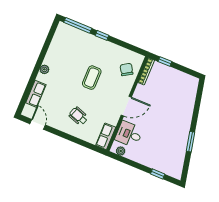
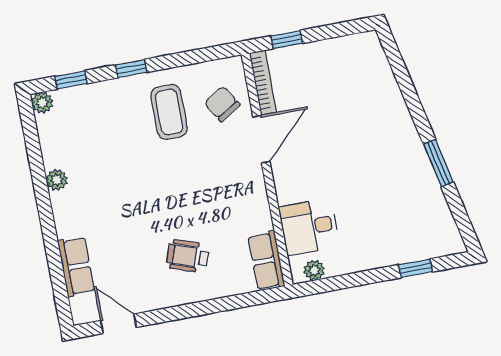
window: (78, 25) -> (71, 80), width x0.46
plant: (62, 27) -> (42, 103), added
plant: (44, 69) -> (57, 180), moved
coffee table: (92, 78) -> (169, 112), moved
door: (126, 106) -> (261, 139), moved

